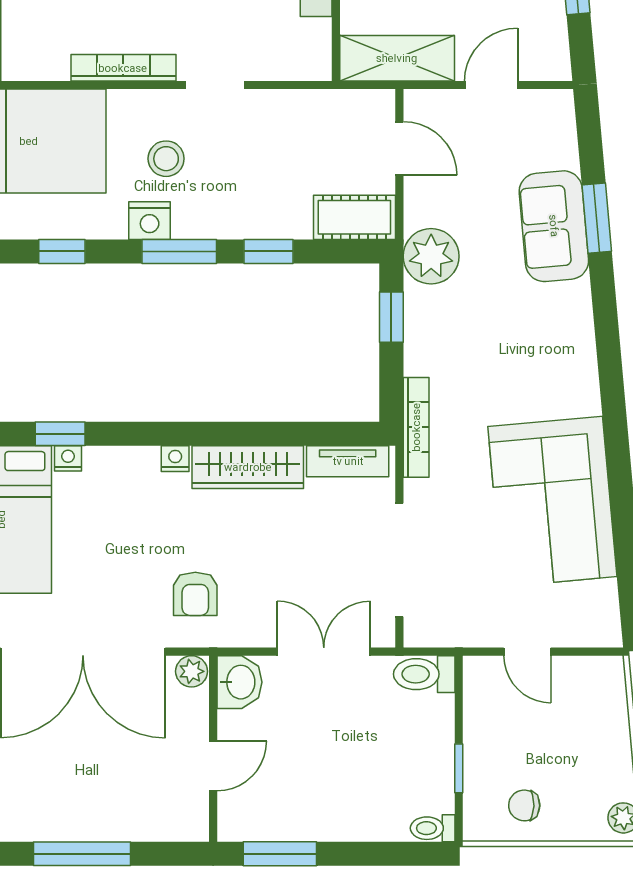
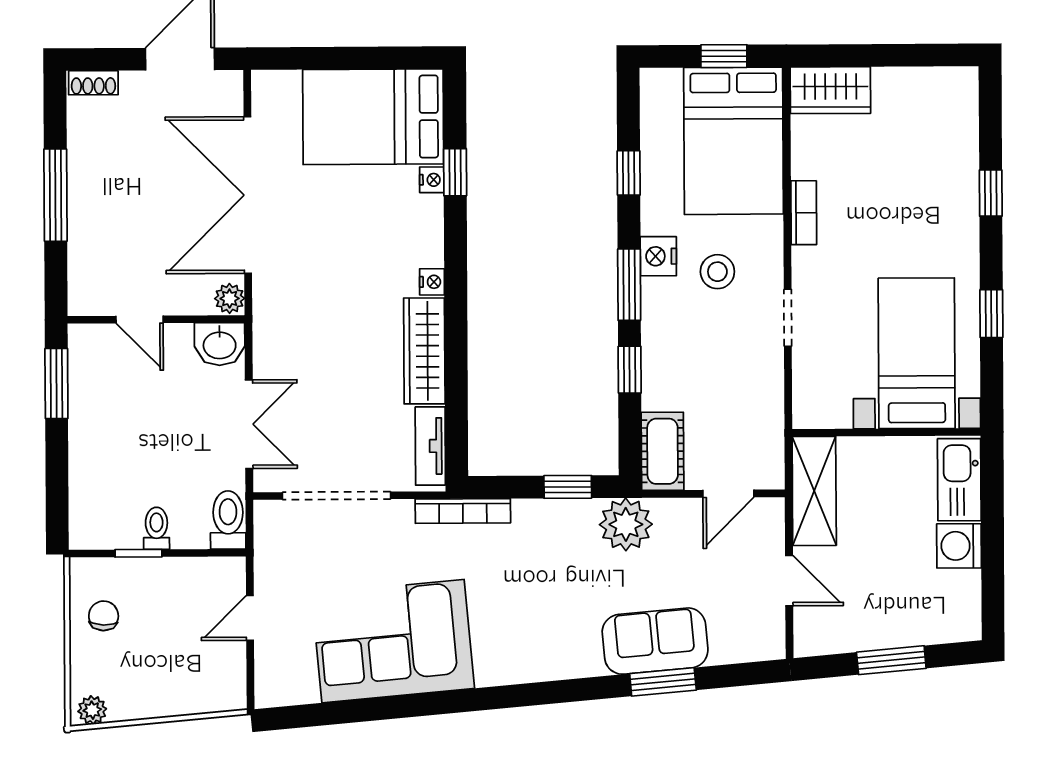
bookcase: (123, 68) -> (804, 213), width x0.64
armchair: (195, 594) -> (303, 302), removed
toilet: (433, 828) -> (156, 528), moved

